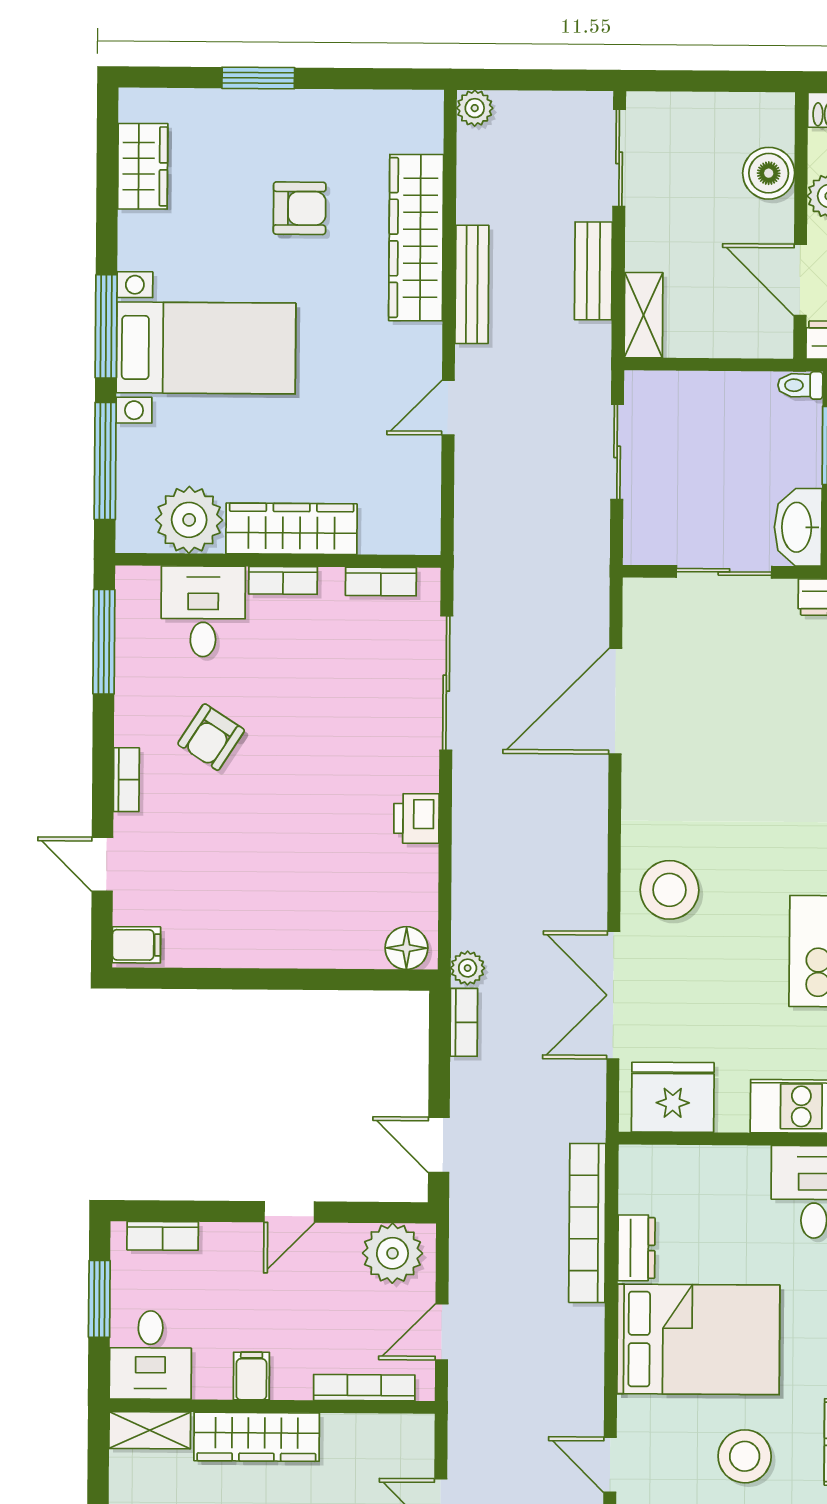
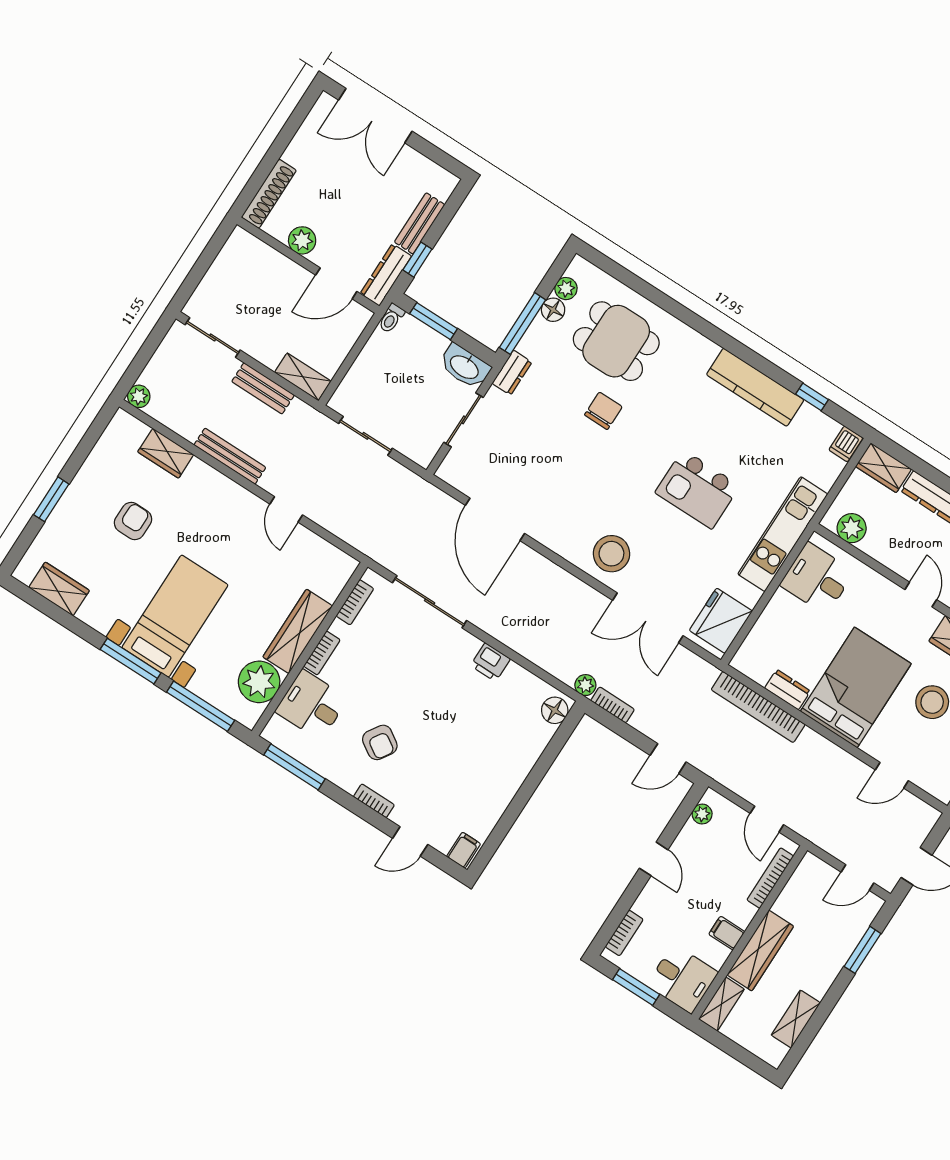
boiler: (769, 173) -> (270, 264), removed
wardrobe: (416, 238) -> (166, 453), width x0.48, depth x0.85
plant: (392, 1253) -> (702, 814), width x0.53, depth x0.53

